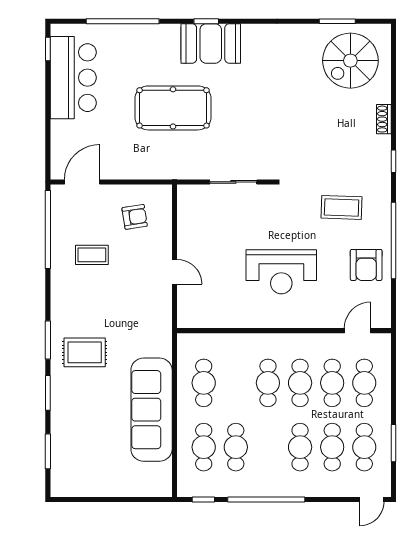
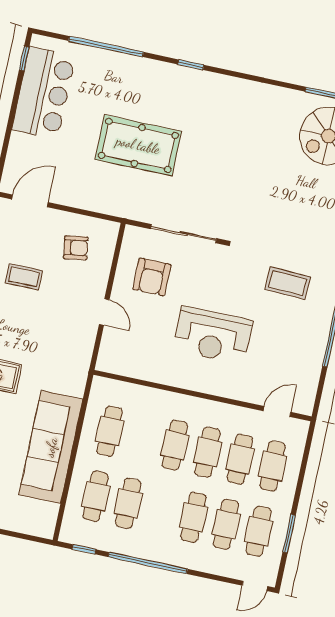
booth: (211, 43) -> (191, 88), removed
sliding door: (233, 182) -> (183, 234), width x1.37
armchair: (366, 265) -> (152, 277), moved

